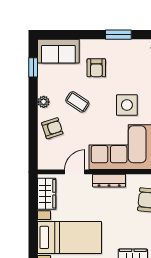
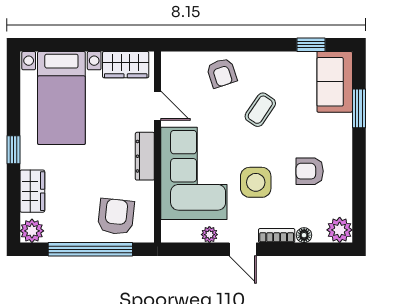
window: (118, 35) -> (359, 108), moved
armchair: (96, 68) -> (310, 171), moved
plant: (44, 102) -> (260, 60), removed

